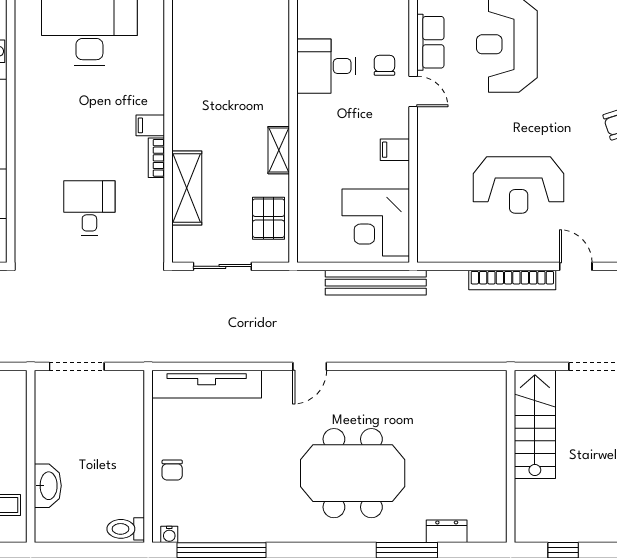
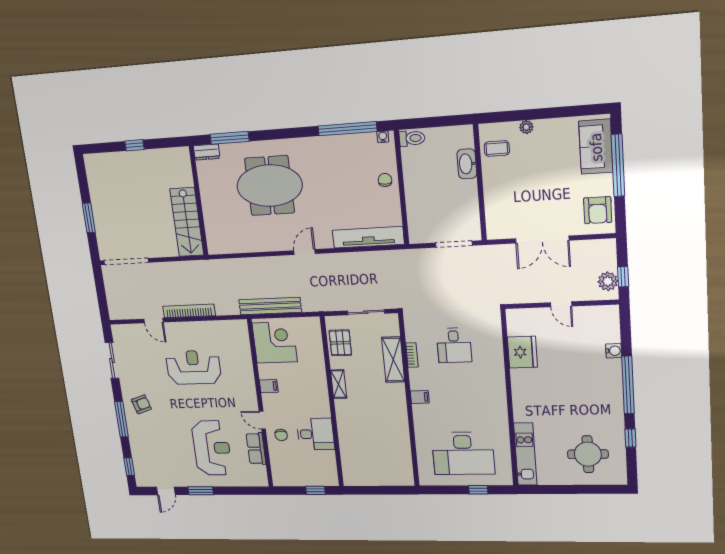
bookcase: (156, 158) -> (412, 355), moved
stairs: (535, 424) -> (187, 222), moved
wall: (511, 456) -> (199, 201), moved

